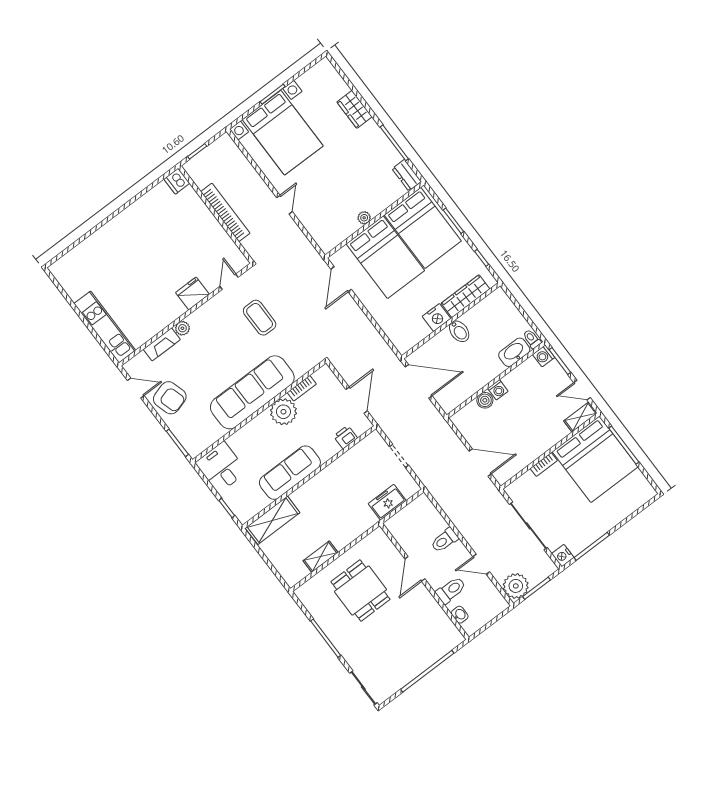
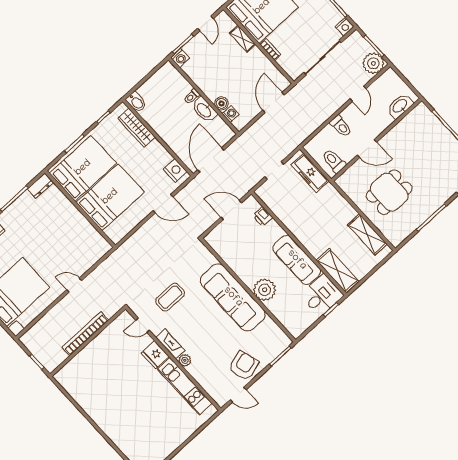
dishwasher: (177, 181) -> (63, 376), removed
plant: (364, 218) -> (79, 218), removed
door: (341, 279) -> (163, 204), moved
nightstand: (437, 317) -> (175, 170), moved
kitchen unit: (105, 327) -> (185, 386), moved, turned -90
bidet: (459, 331) -> (136, 102), moved, turned 90
toilet: (532, 339) -> (192, 96), moved
fireplace: (162, 344) -> (170, 344), moved
washbasin: (514, 352) -> (204, 110), moved
door: (136, 388) -> (238, 395), swing flipped
bookcase: (302, 388) -> (226, 257), removed
washing machine: (498, 390) -> (231, 114), moved
plant: (283, 412) -> (265, 290), moved
shelving: (580, 417) -> (242, 39), moved
desk: (221, 467) -> (322, 295), moved, turned 180
freezer: (387, 502) -> (310, 173), width x1.40
shelving: (321, 557) -> (367, 234), width x1.50, depth x1.33
toilet: (451, 590) -> (334, 161), moved
washbasin: (460, 615) -> (400, 106), width x1.91, depth x1.45

